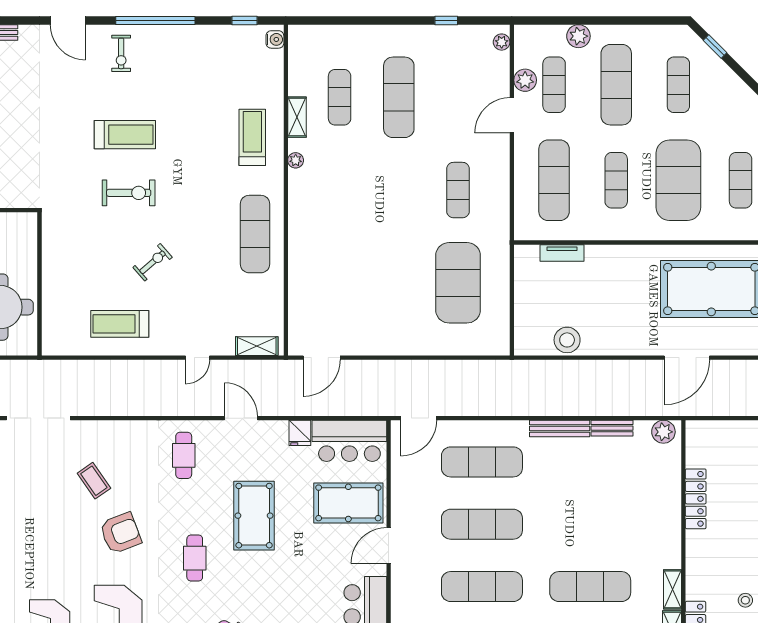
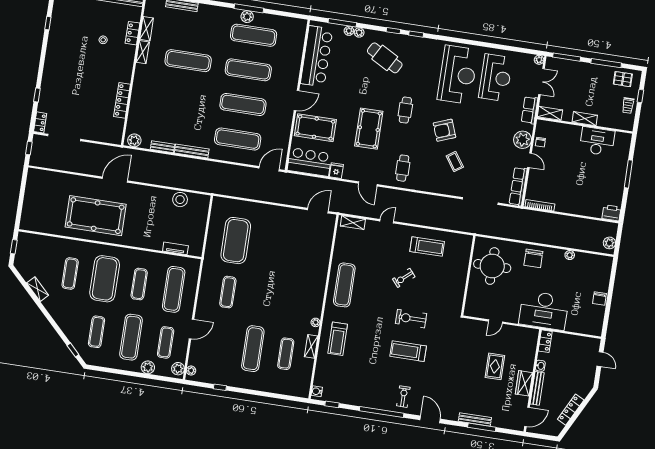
plant: (525, 80) -> (178, 369), moved

